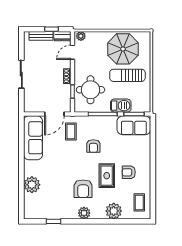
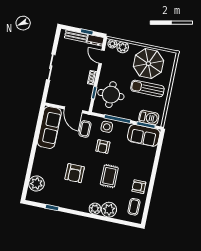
plant: (92, 37) -> (123, 47), added
door: (72, 52) -> (102, 57), hinge flipped
barbecue: (121, 106) -> (149, 118), moved
door: (54, 114) -> (73, 110), hinge flipped
side table: (93, 125) -> (107, 127), added
armchair: (129, 172) -> (139, 187), moved
plant: (32, 185) -> (36, 184), moved
armchair: (83, 189) -> (75, 173), moved
plant: (84, 213) -> (95, 209), moved

